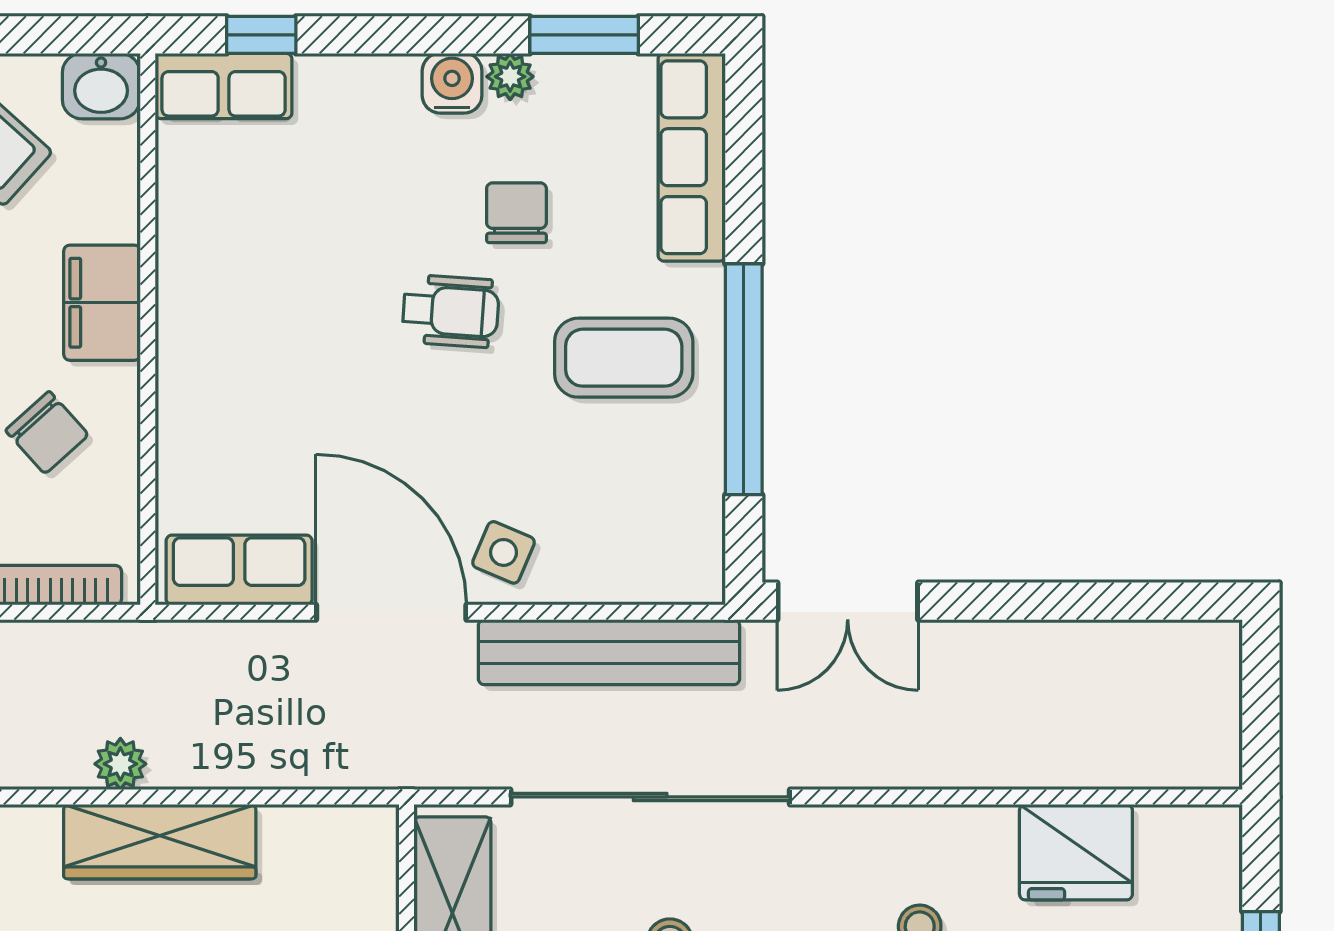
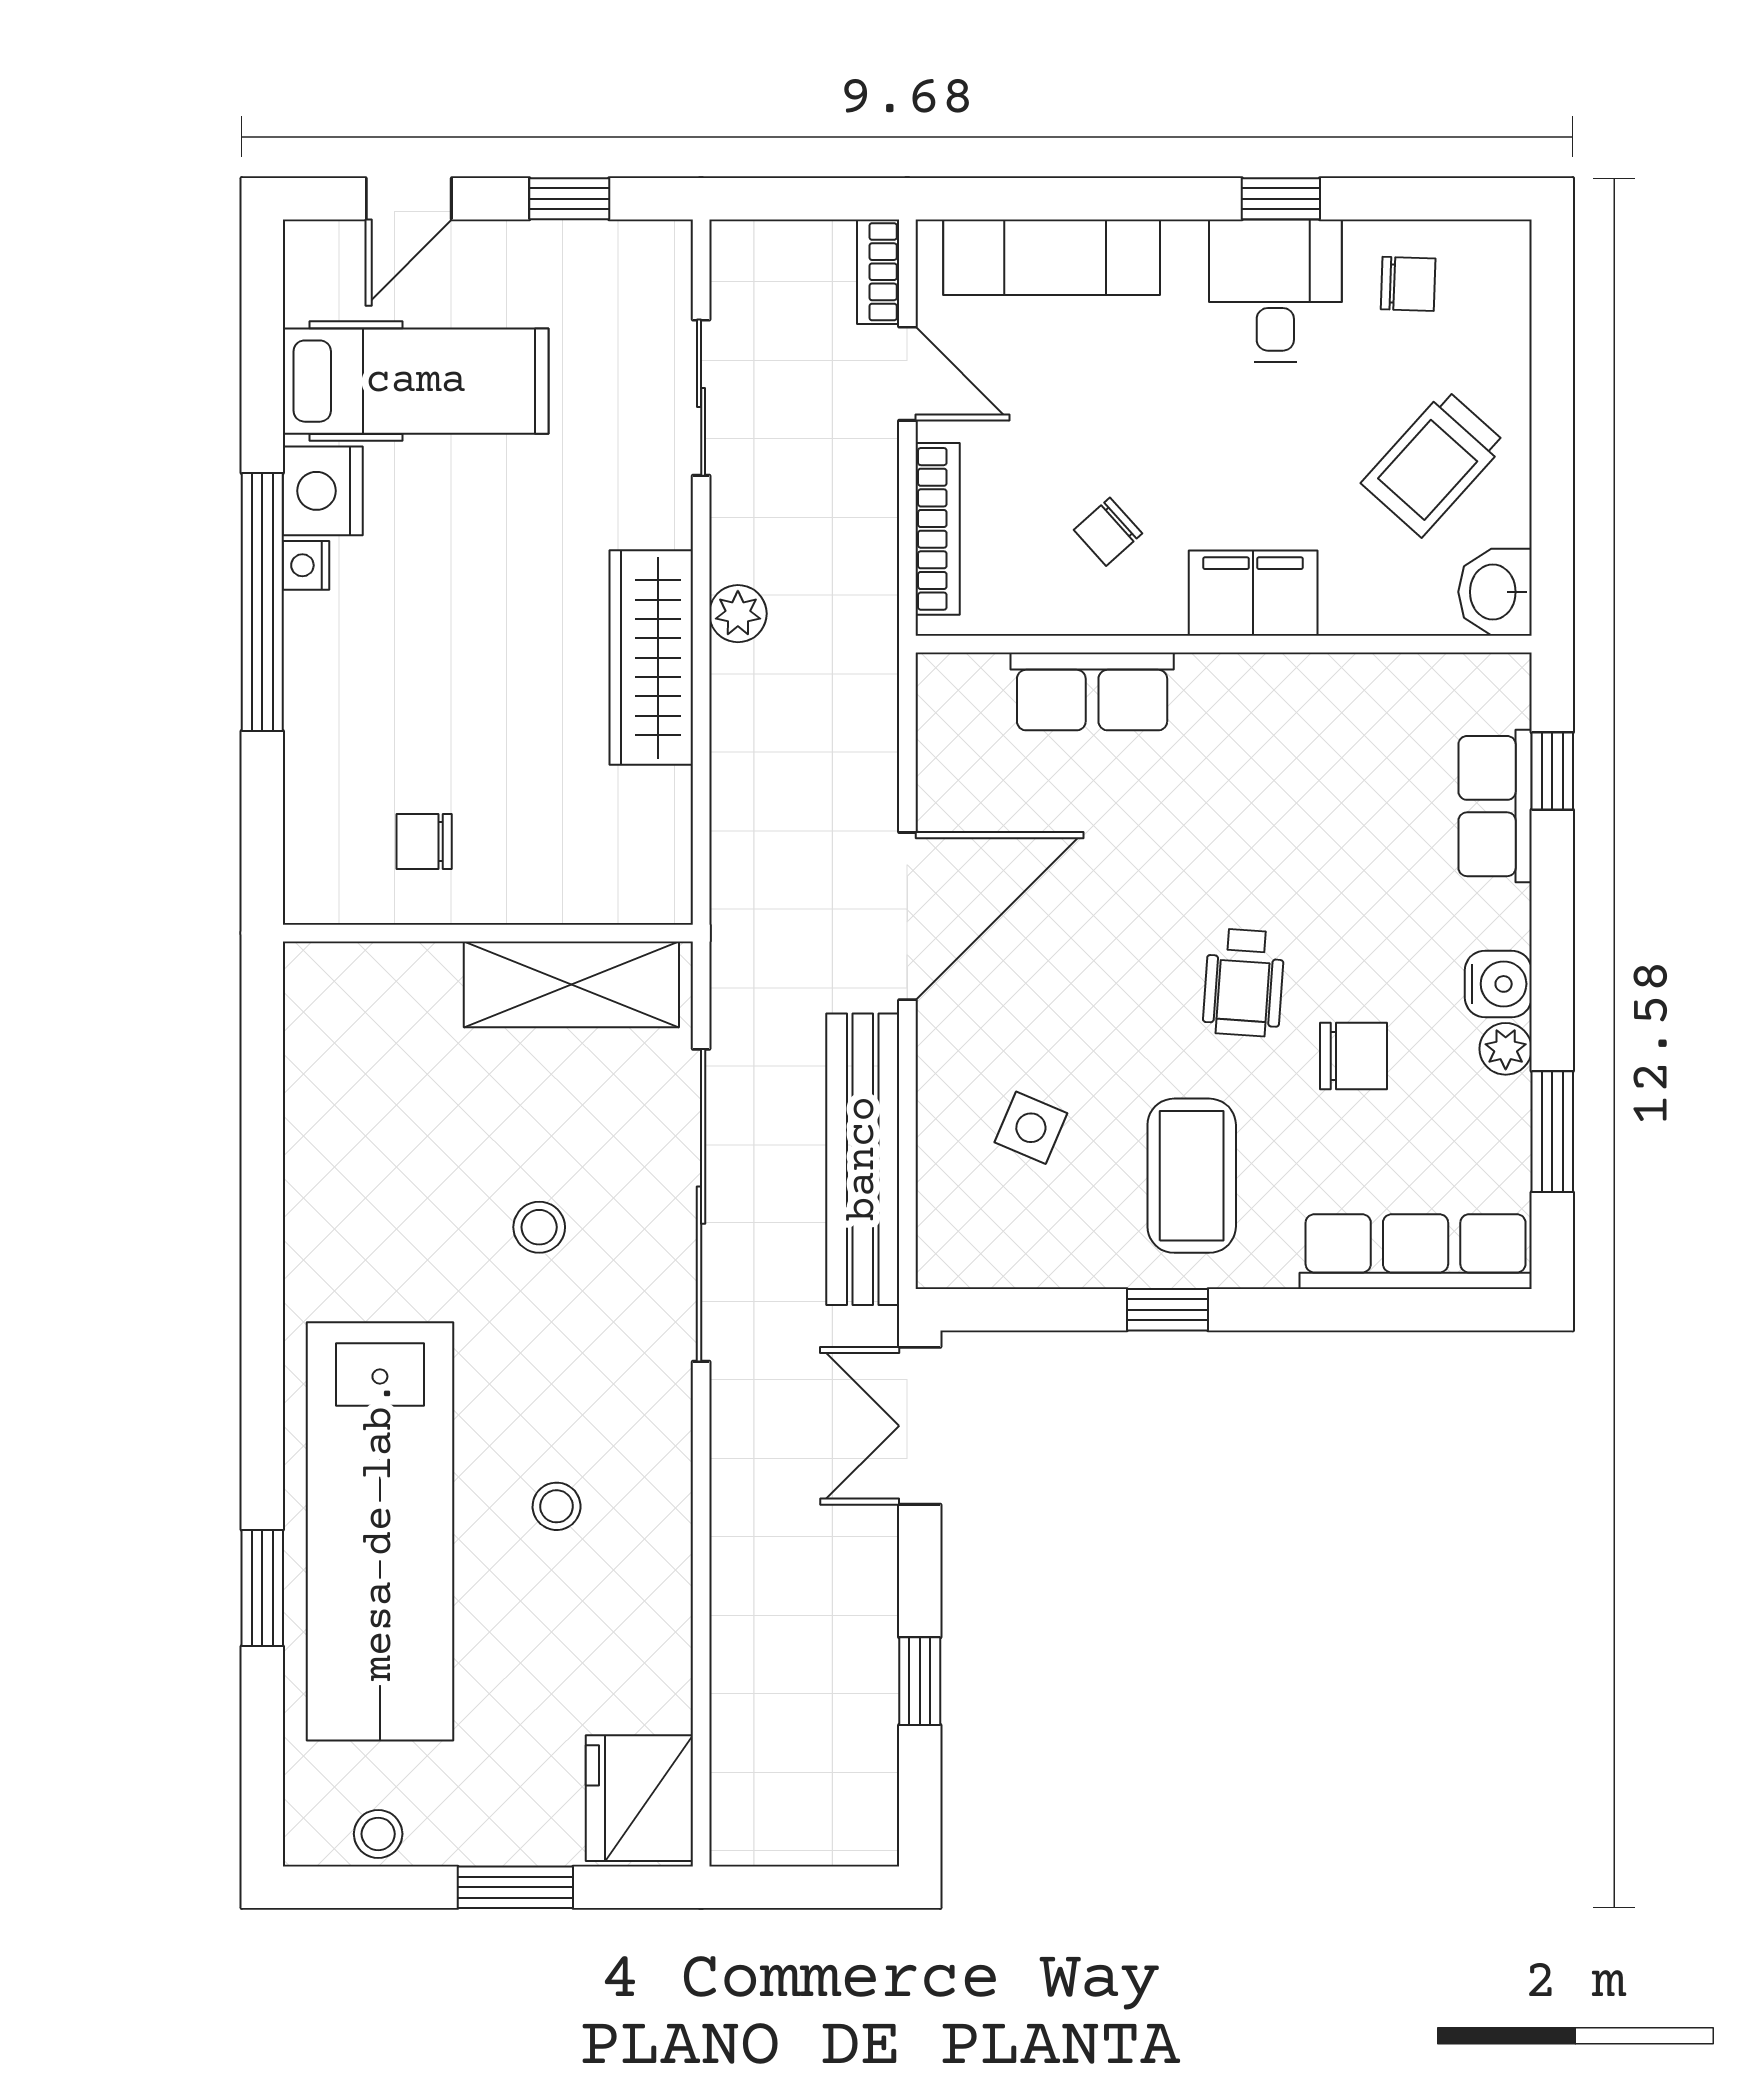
row of seats: (224, 86) -> (1495, 806), moved
window: (744, 379) -> (1168, 1310), width x0.32
chair: (47, 433) -> (1108, 532), width x0.73, depth x0.73
side table: (504, 552) -> (1031, 1128), moved
row of seats: (239, 570) -> (1092, 691), moved, turned 90
window: (1076, 601) -> (920, 1681), added
fridge: (1076, 852) -> (639, 1798), moved

